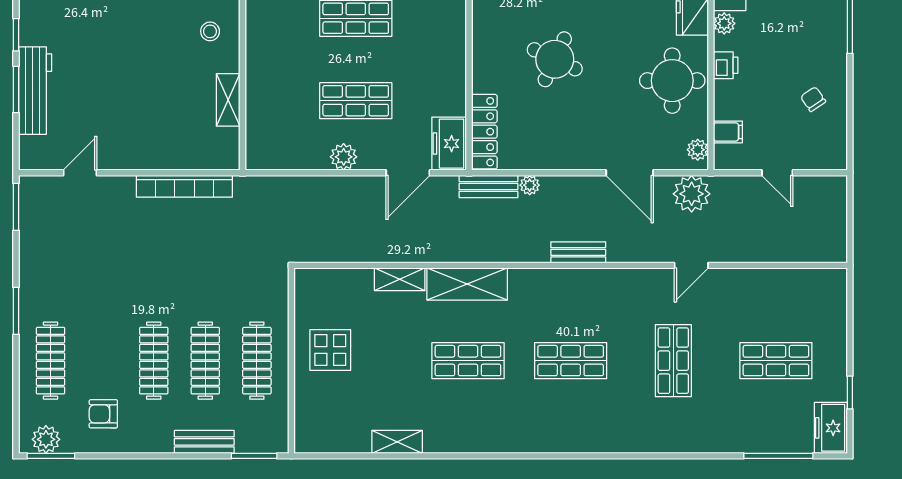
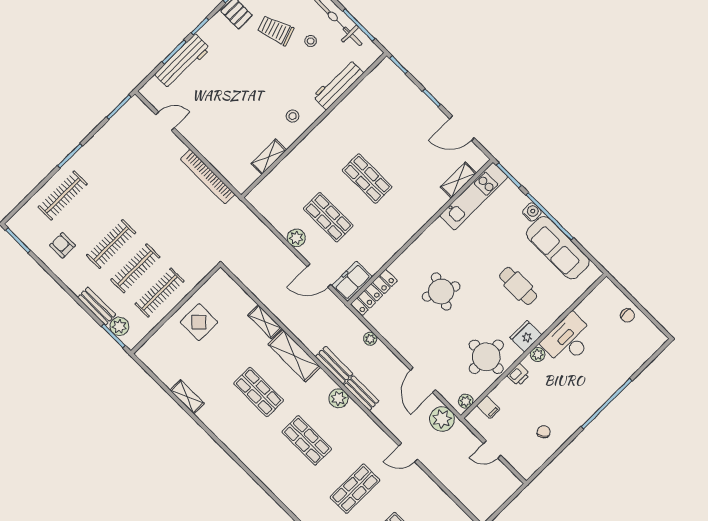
door: (777, 173) -> (492, 450), hinge flipped
bench: (488, 187) -> (334, 365), moved
plant: (560, 282) -> (338, 398), added
plant: (46, 439) -> (119, 326), moved

